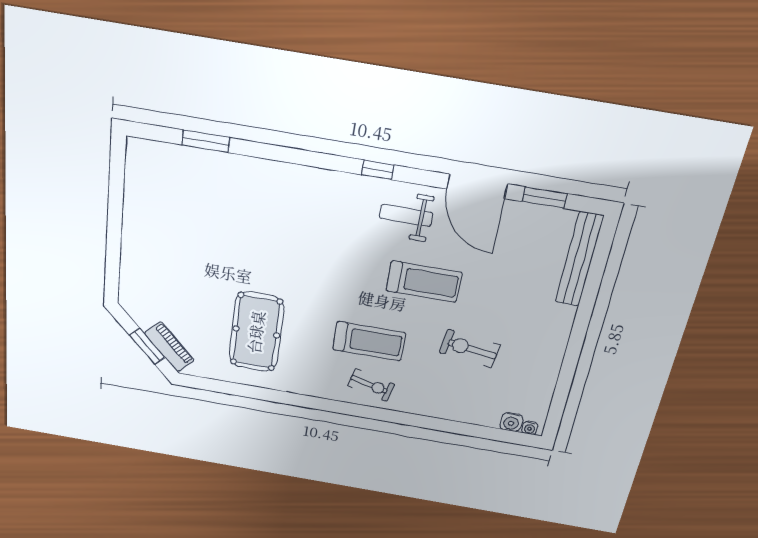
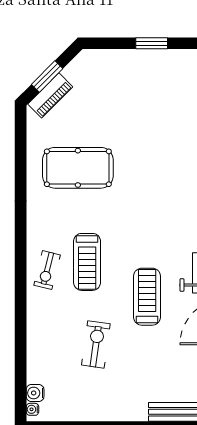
window: (115, 224) -> (152, 43), added
treadmill: (424, 282) -> (147, 297), turned 180

